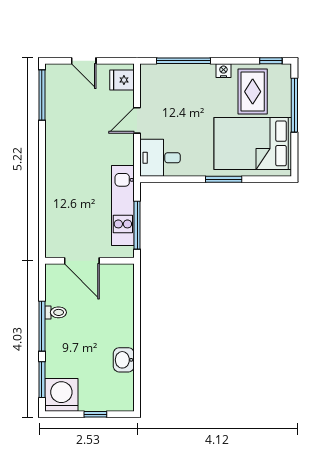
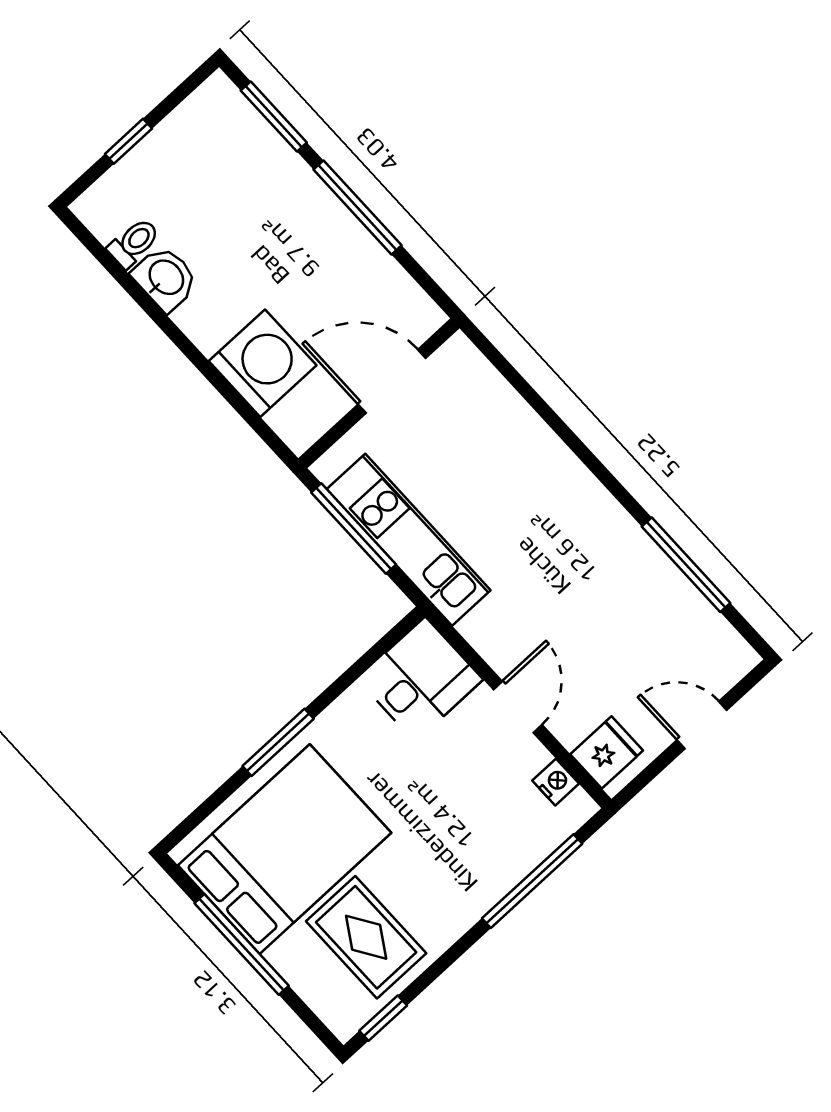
nightstand: (223, 71) -> (556, 782), moved, turned -90
window: (42, 95) -> (686, 565), moved
window: (294, 105) -> (242, 944), moved
toilet: (56, 312) -> (134, 243), moved, turned 180
washing machine: (61, 395) -> (263, 363), moved, turned -90

